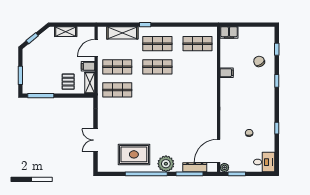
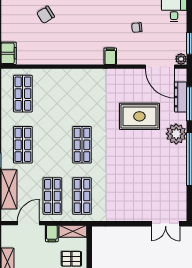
door: (96, 48) -> (28, 223), swing flipped
shop shelf: (157, 67) -> (82, 145), moved
filing cabinet: (227, 73) -> (110, 56), moved
double door: (96, 140) -> (166, 224), moved
rug: (134, 154) -> (139, 116), moved, turned 90

